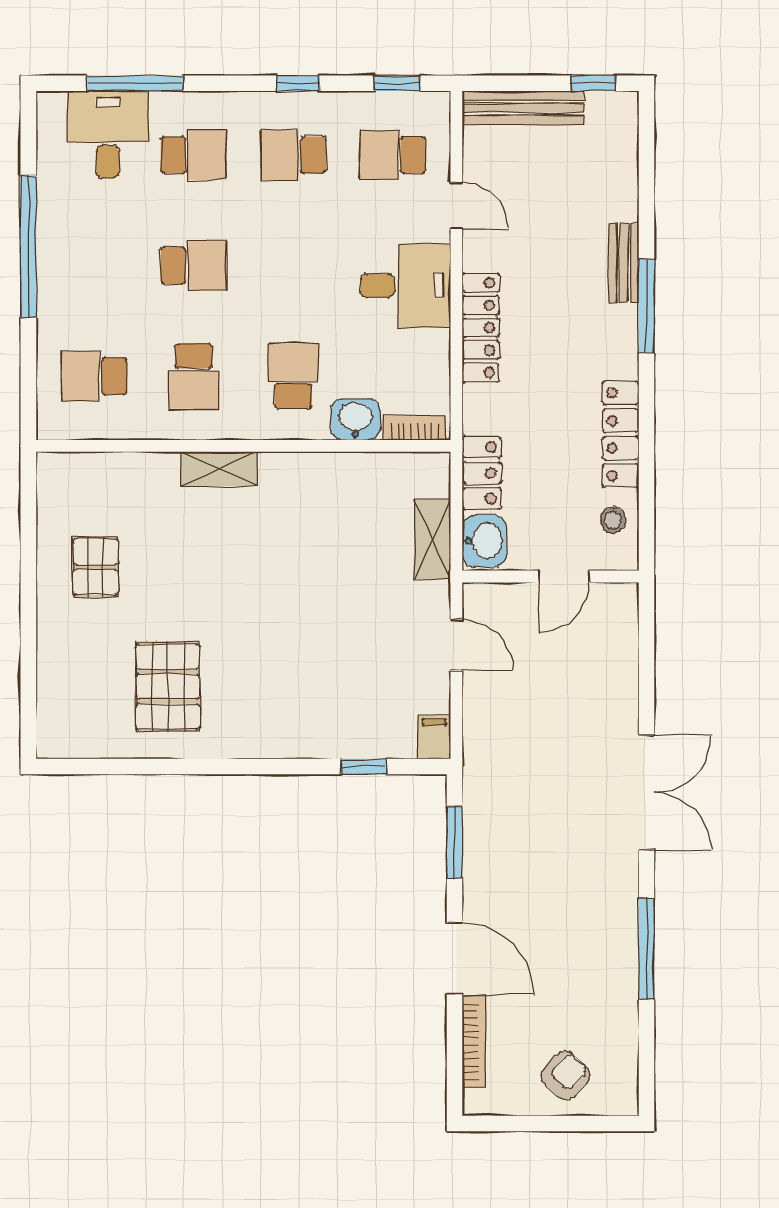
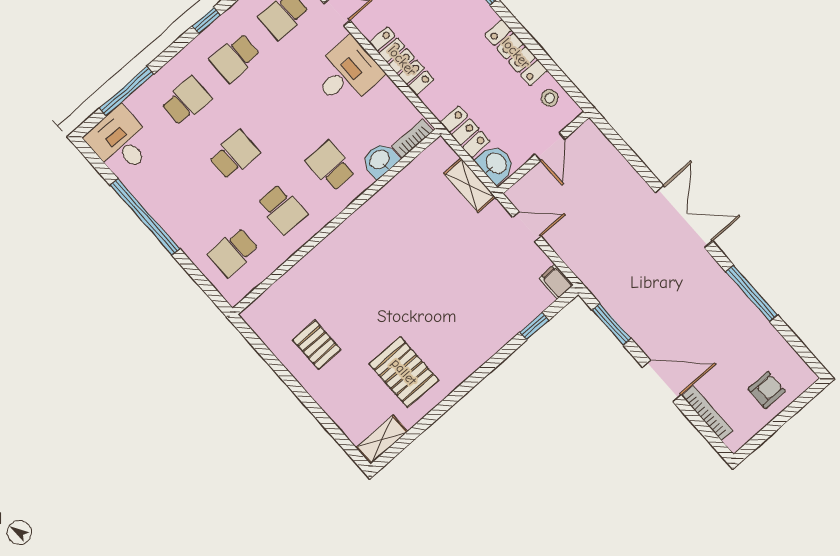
desk: (108, 135) -> (120, 142), moved
shelving: (219, 469) -> (382, 440), moved
armchair: (566, 1075) -> (767, 390), turned 47

